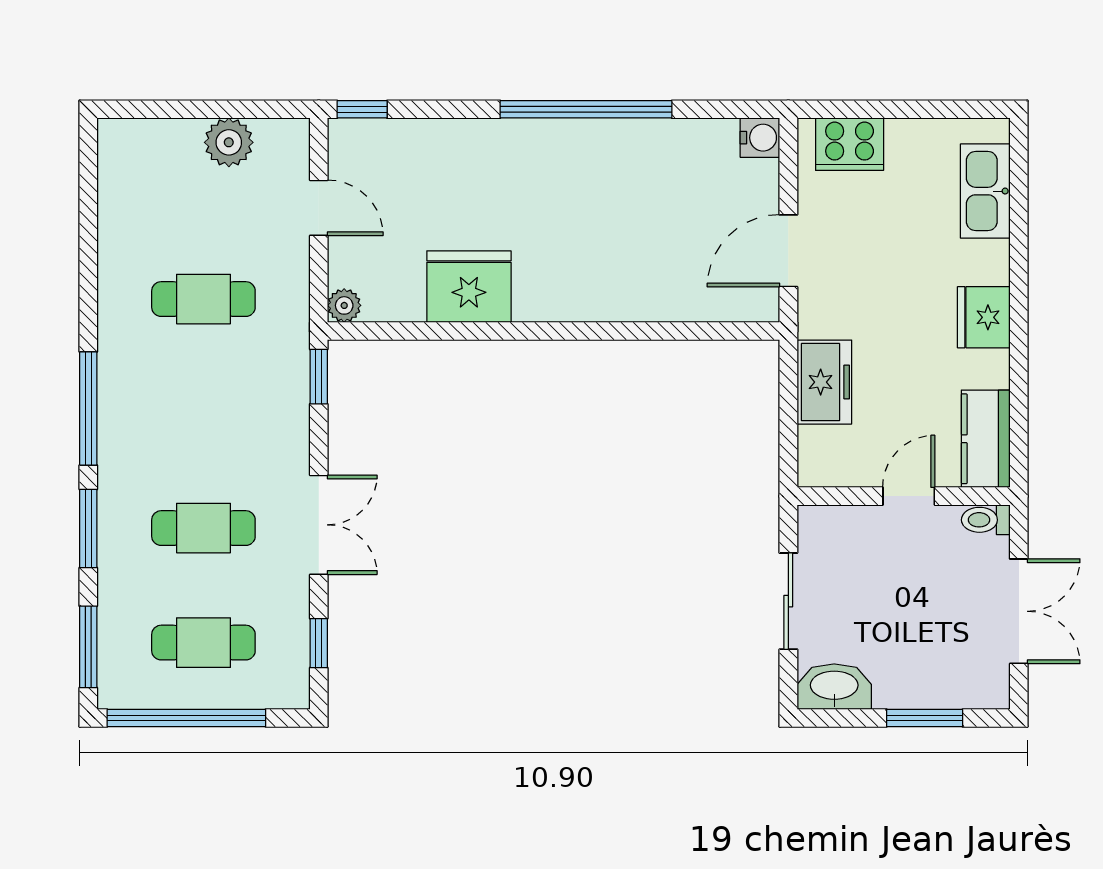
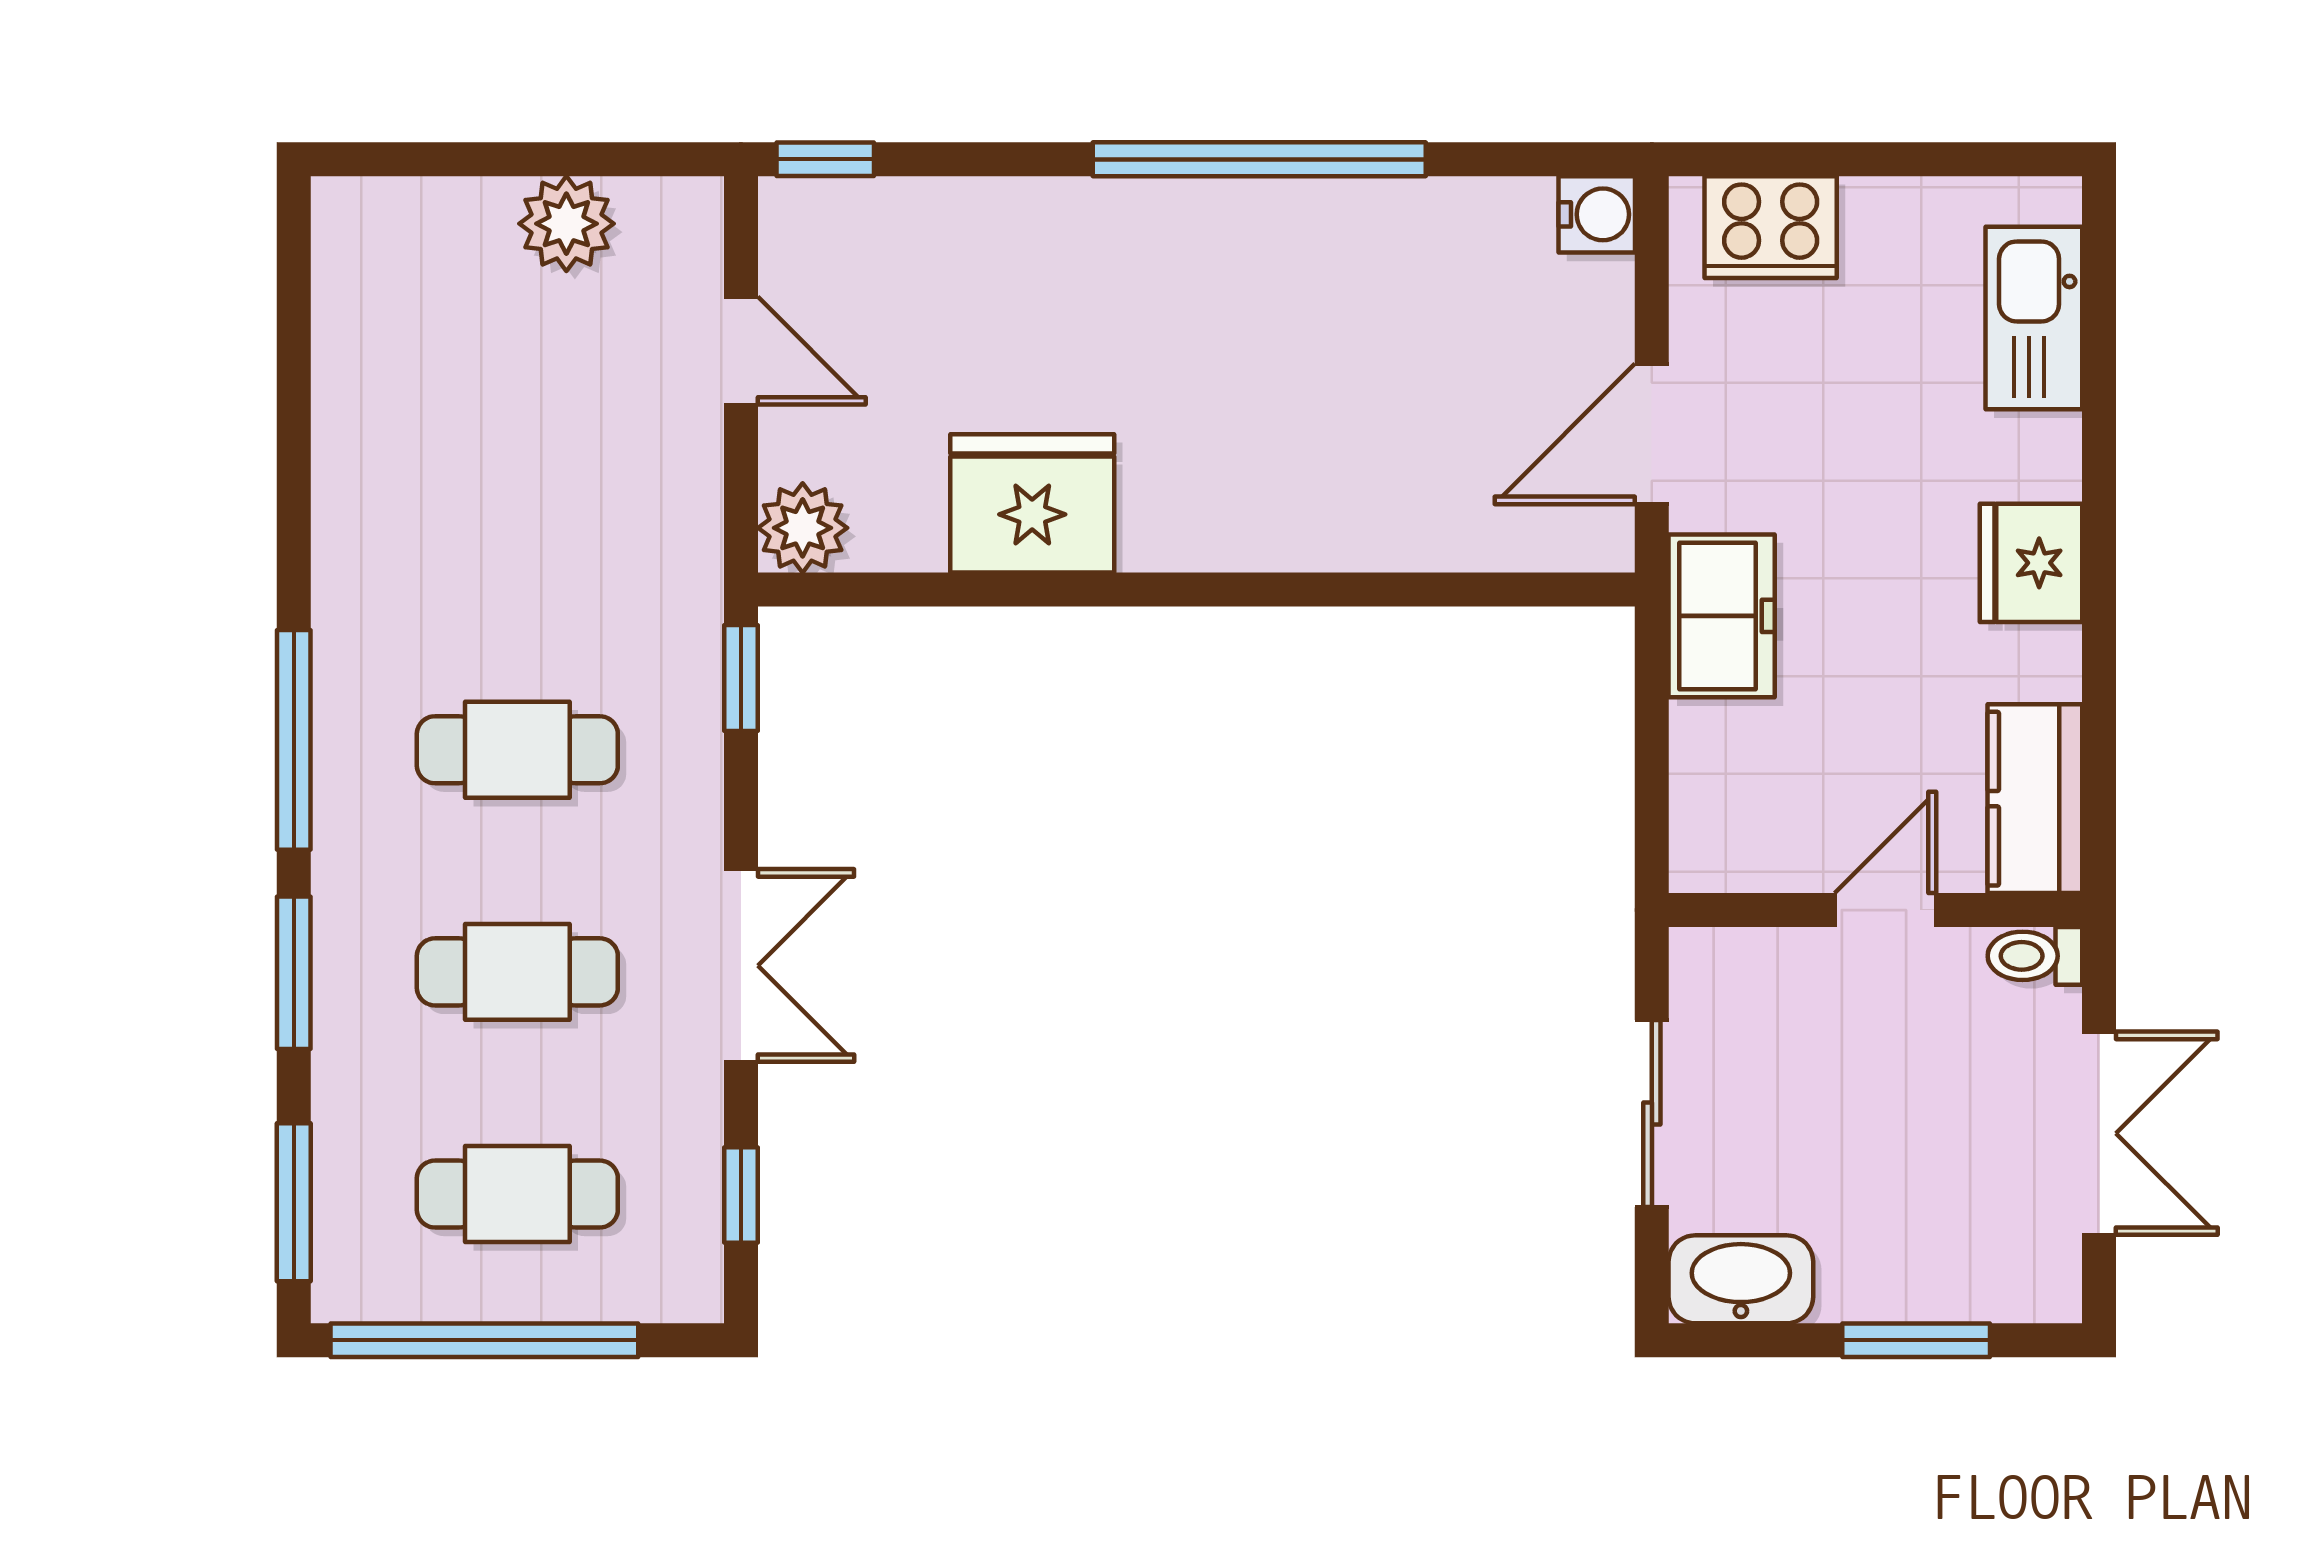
cafe table: (203, 299) -> (517, 750), moved
plant: (344, 305) -> (803, 528), width x1.38, depth x1.38
freezer: (824, 382) -> (1722, 616), moved

